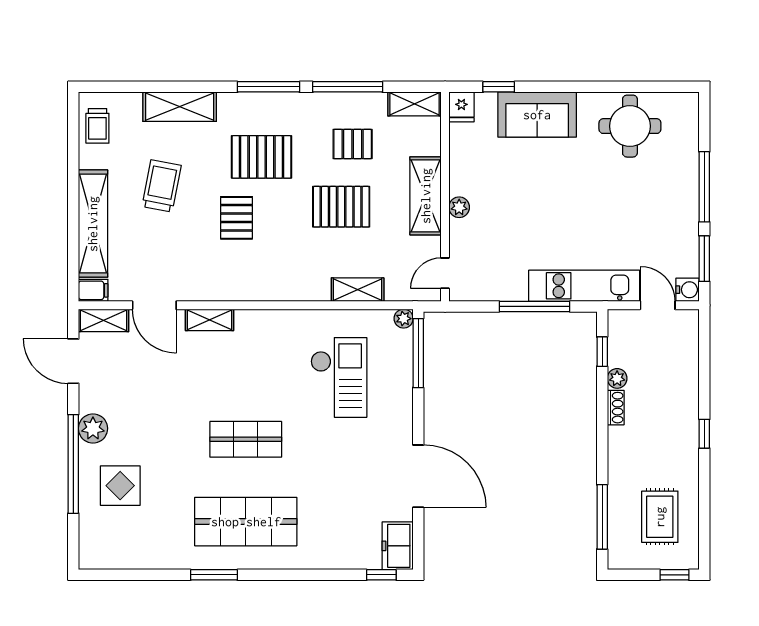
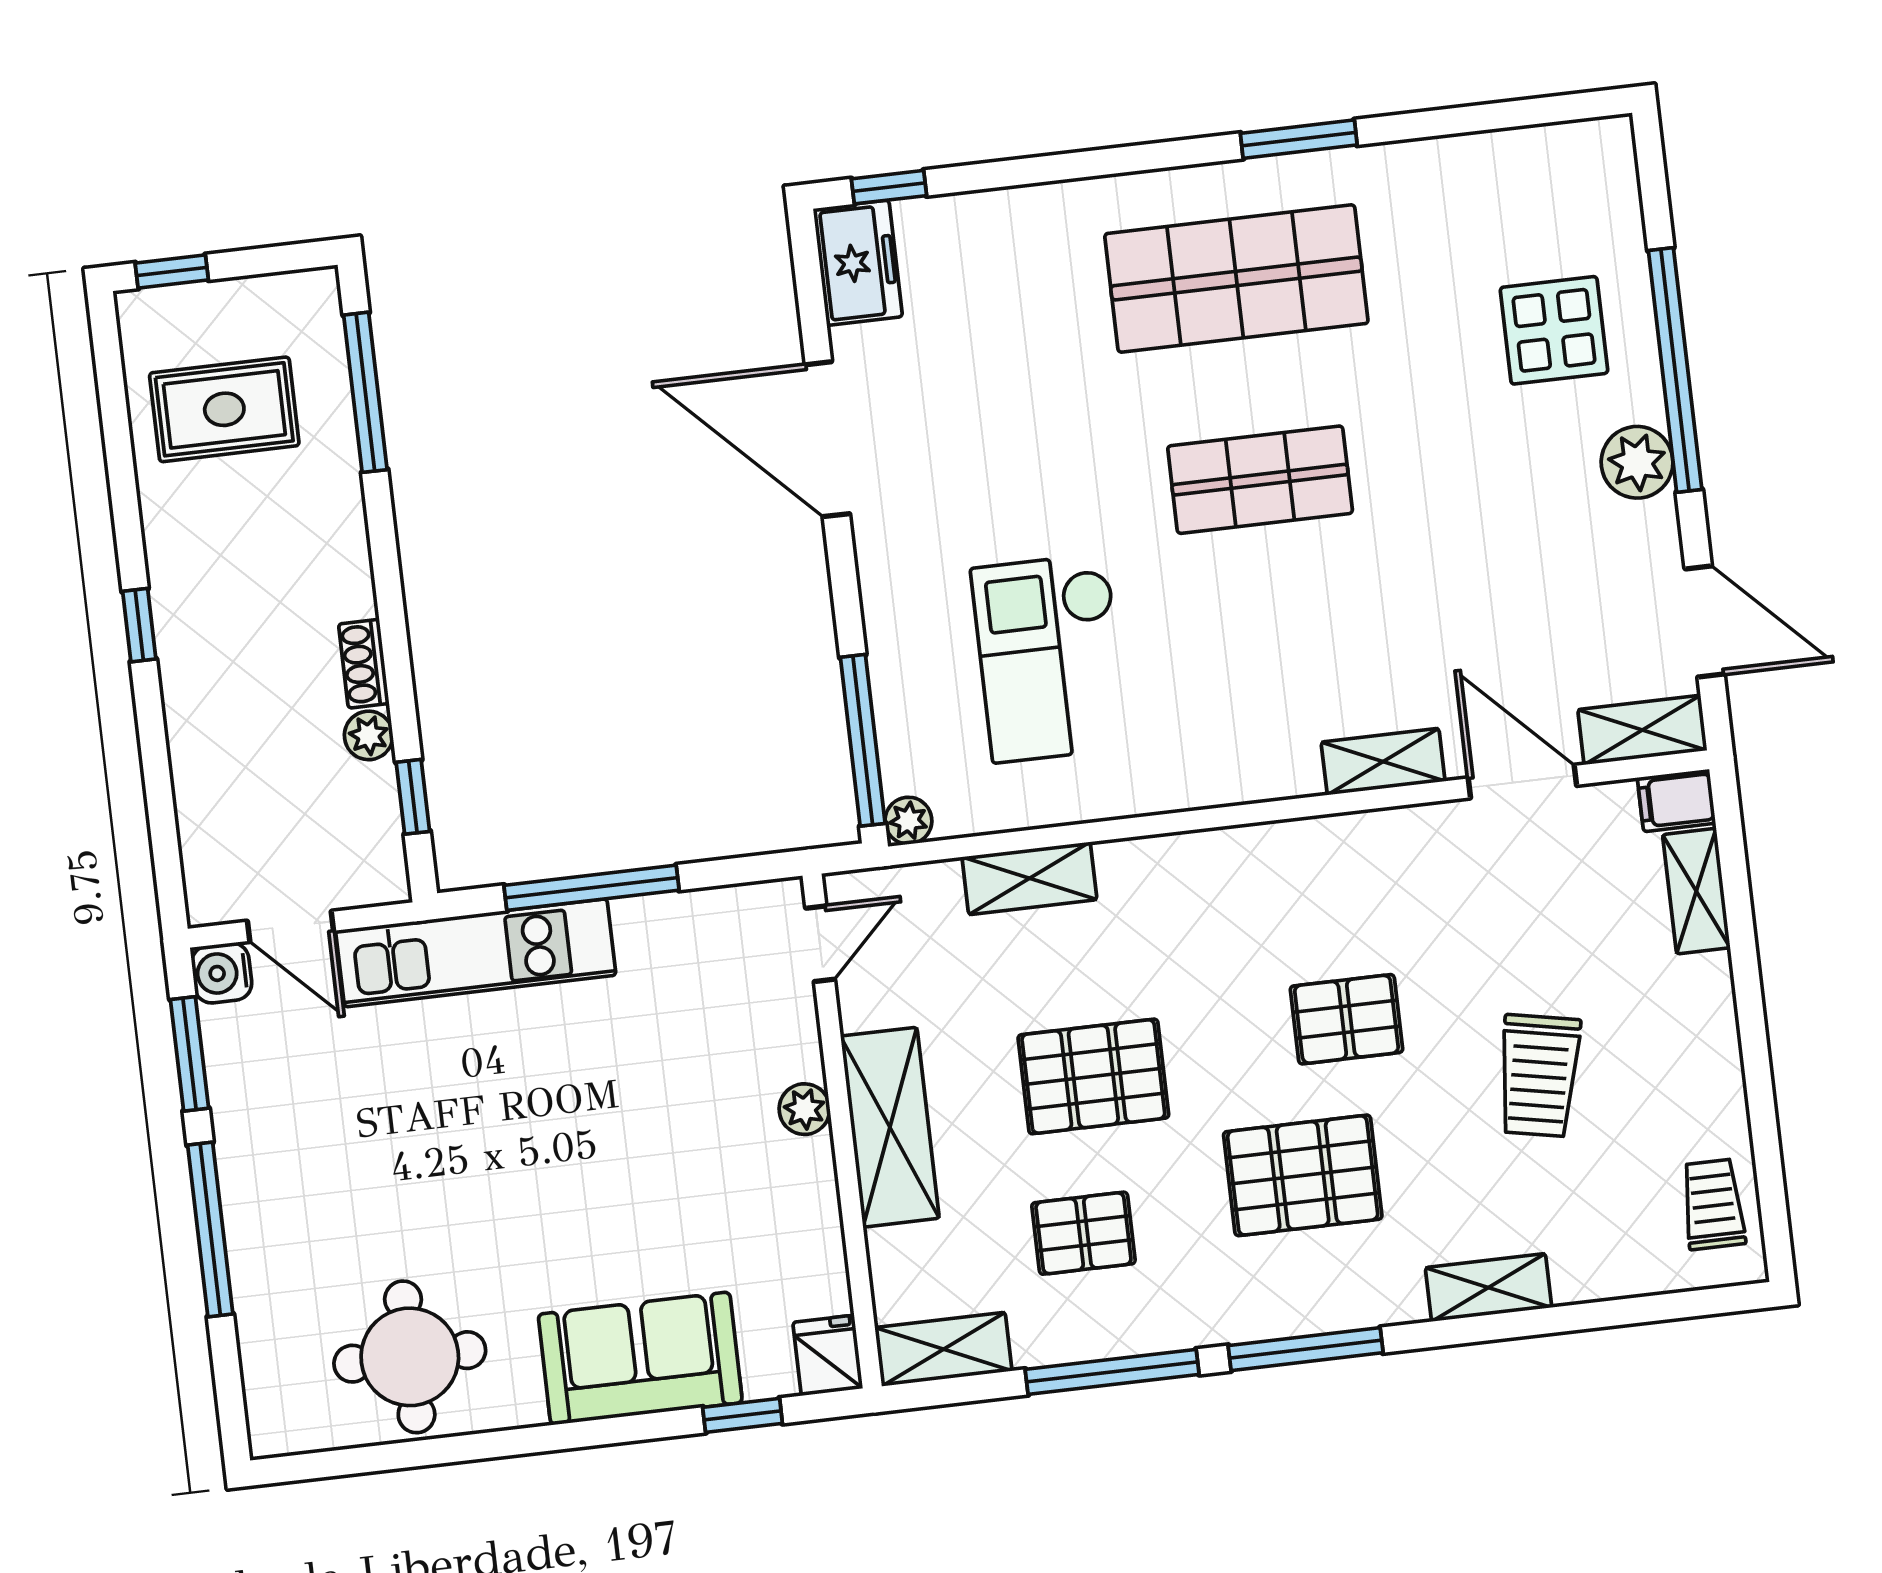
shelving: (180, 107) -> (1489, 1288), width x0.67, depth x0.75
pallet: (236, 218) -> (1346, 1019), turned 90
shelving: (93, 224) -> (1696, 891), width x0.45, depth x0.75
rug: (660, 517) -> (224, 409), turned 90

